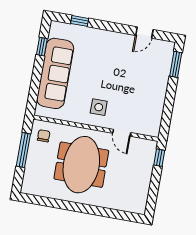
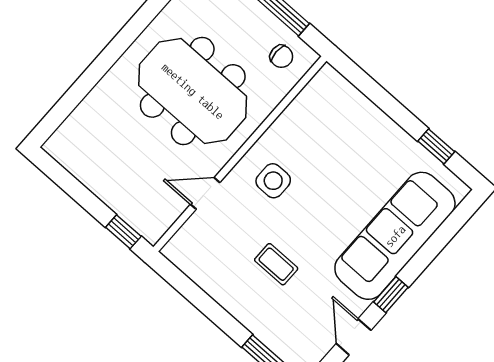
window: (80, 21) -> (391, 295), moved
sofa: (55, 73) -> (395, 236), moved, turned 90
coffee table: (133, 84) -> (276, 264), added

